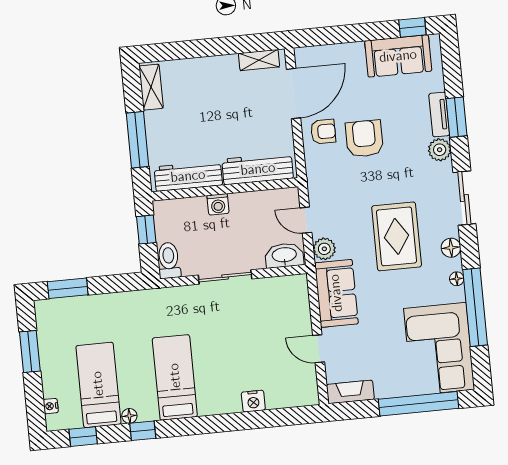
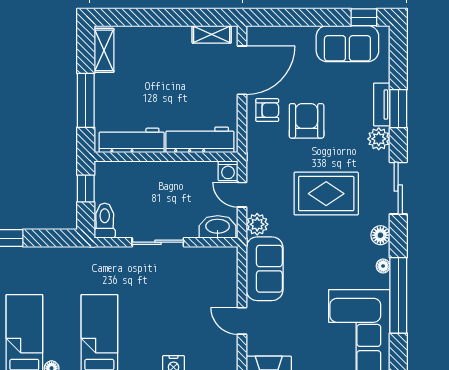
washing machine: (218, 204) -> (228, 171), moved
rug: (397, 236) -> (326, 194), moved, turned 90

